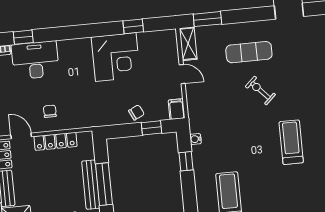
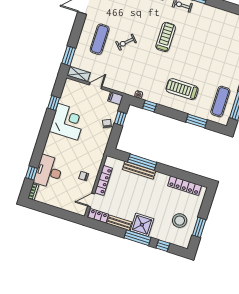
treadmill: (291, 142) -> (166, 37), turned 90

